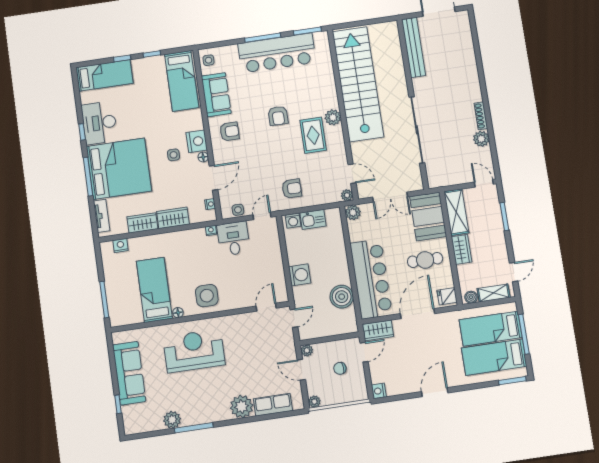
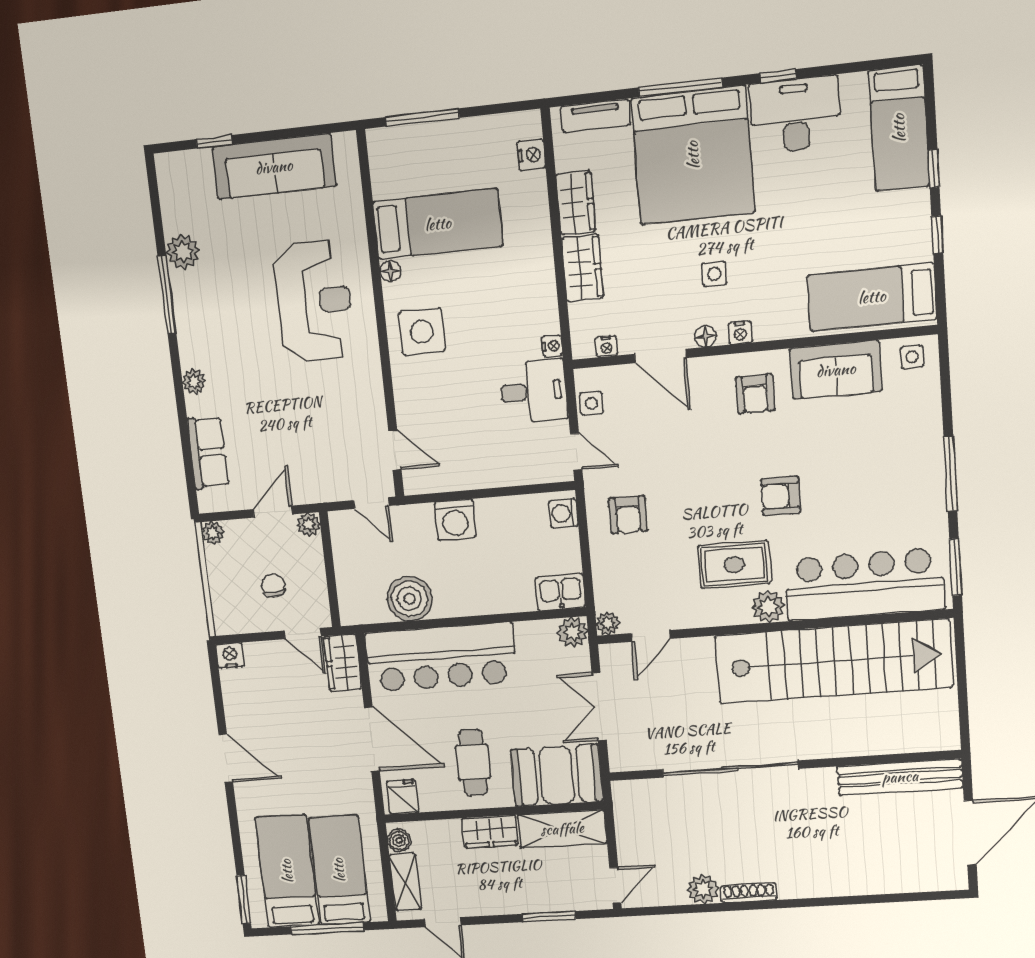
bar counter: (277, 53) -> (864, 584), moved, turned 90
nightstand: (197, 141) -> (740, 333), width x0.53, depth x0.56
kitchen sink: (313, 219) -> (560, 592), moved, turned 90
plant: (242, 407) -> (194, 382), width x0.53, depth x0.53

